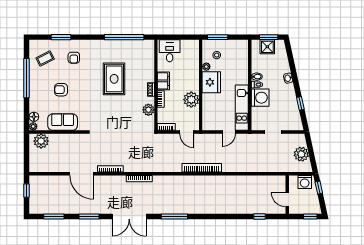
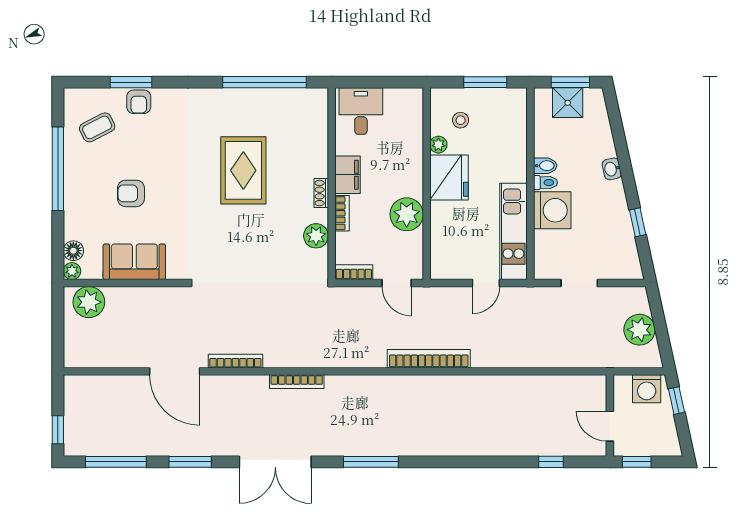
window: (218, 37) -> (485, 82), moved
armchair: (74, 58) -> (139, 102), moved
window: (26, 191) -> (58, 430), moved
window: (54, 217) -> (116, 462), width x1.44
window: (310, 217) -> (637, 462), moved

